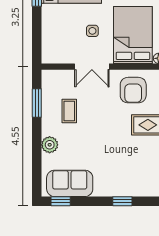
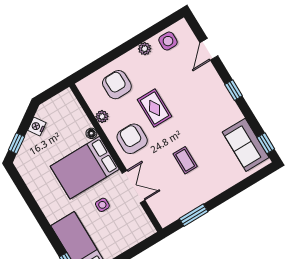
armchair: (133, 90) -> (132, 139), turned -90
coffee table: (69, 111) -> (185, 160), moved, turned 90
plant: (50, 145) -> (223, 182), removed

